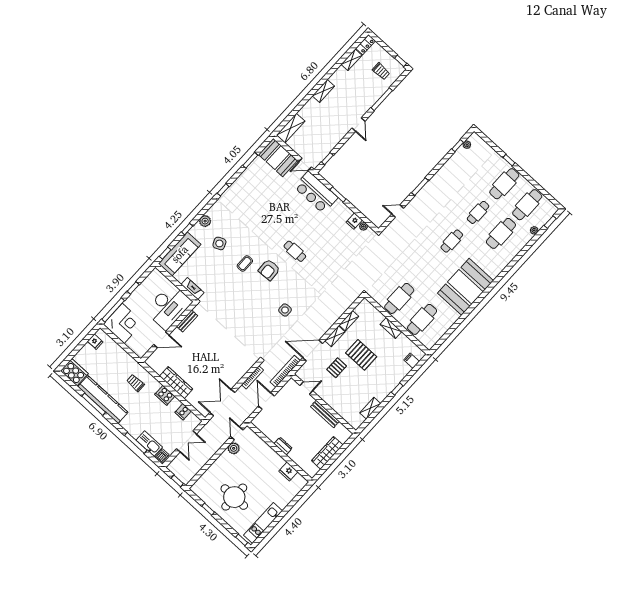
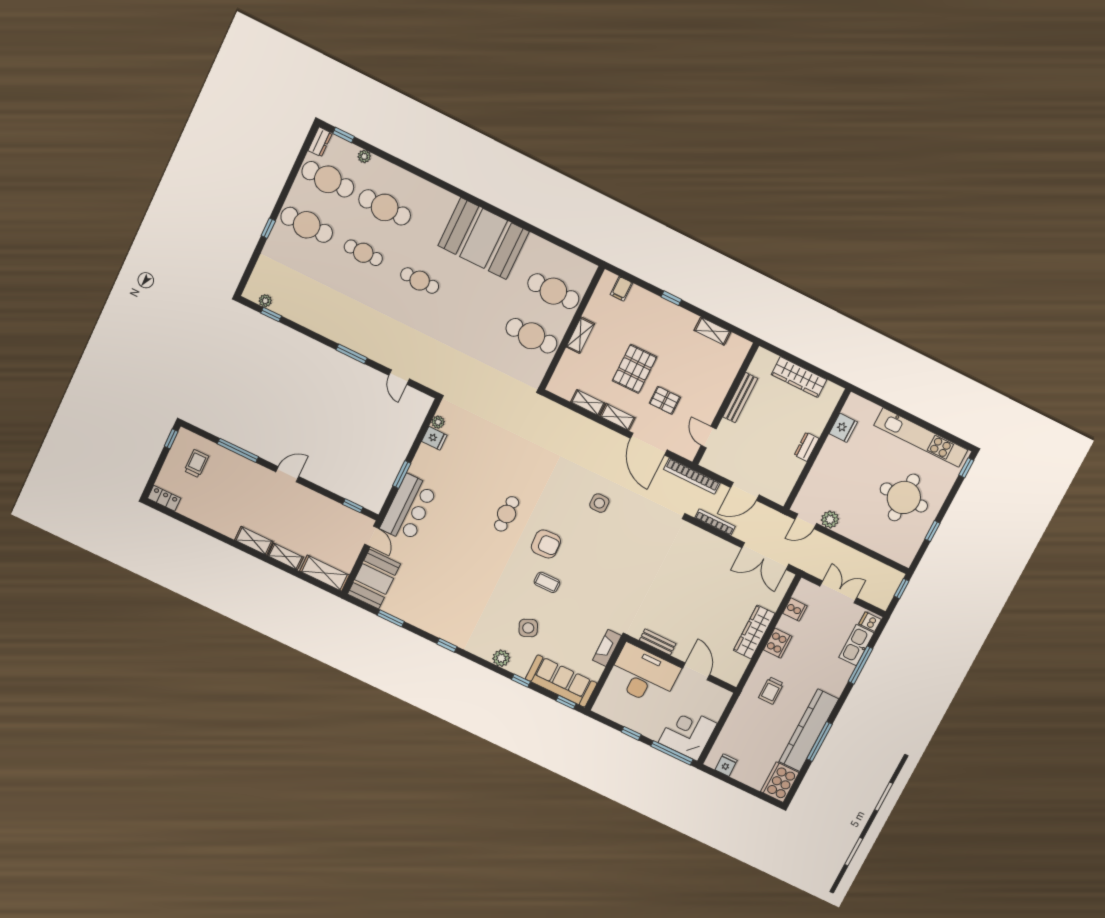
shelving: (352, 60) -> (285, 557), moved
dresser: (550, 207) -> (320, 142), added
kitchen unit: (263, 523) -> (921, 438), width x1.36

